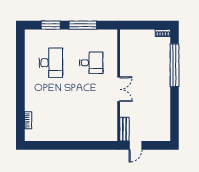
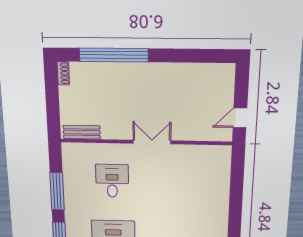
bench: (124, 129) -> (82, 132), moved
door: (136, 145) -> (240, 118), swing flipped

